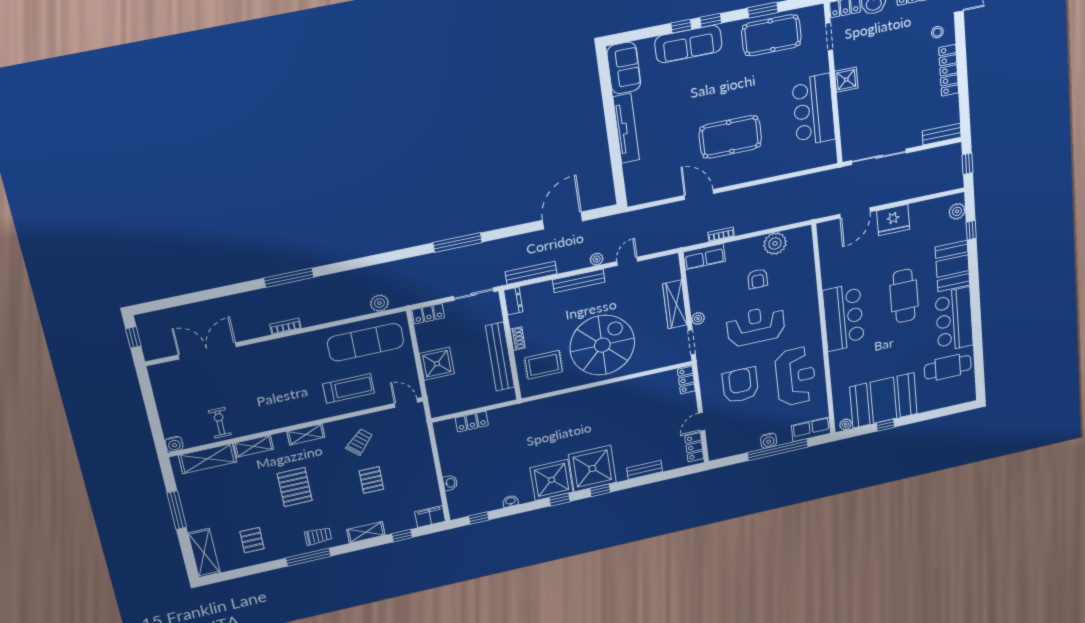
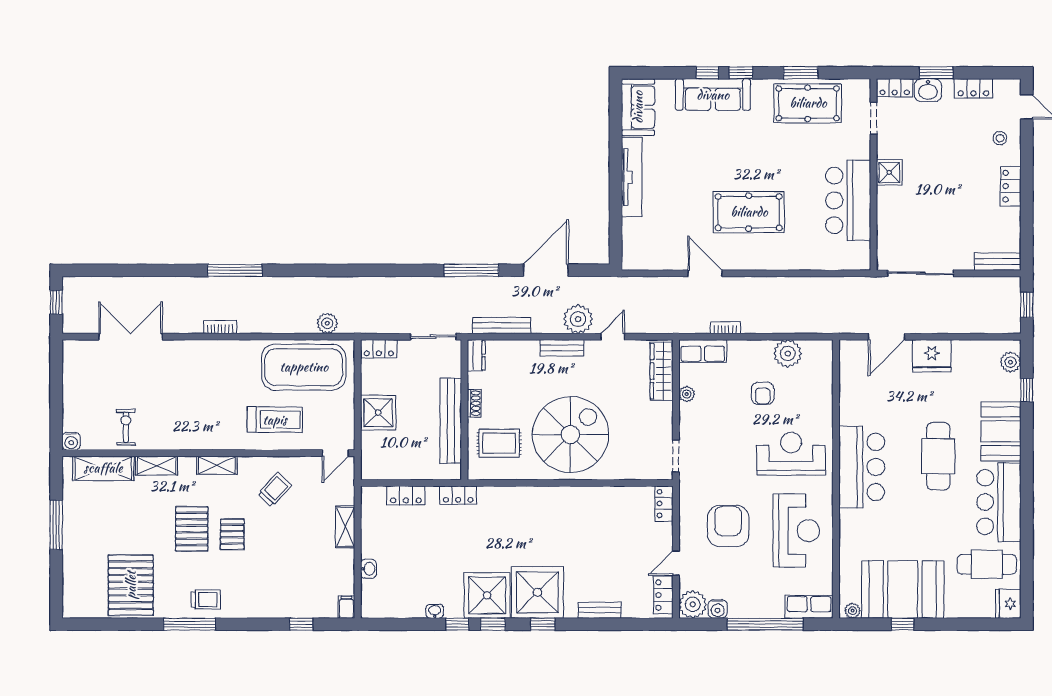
locker: (949, 70) -> (1011, 186), width x0.66
window: (457, 242) -> (471, 270), moved
plant: (597, 259) -> (578, 319), width x1.87, depth x1.87
bench: (579, 281) -> (562, 348), width x0.73
wardrobe: (675, 304) -> (662, 371), moved
plant: (698, 318) -> (687, 394), moved
reception desk: (756, 326) -> (791, 454), moved
exercise mat: (366, 342) -> (304, 367), width x1.47
fridge: (966, 392) -> (1008, 604), added
door: (406, 403) -> (335, 453), swing flipped
locker: (516, 412) -> (458, 495), added
water cooler: (769, 441) -> (718, 609), moved
plant: (719, 449) -> (693, 604), added
pallet: (371, 480) -> (232, 534), moved
filing cabinet: (430, 516) -> (346, 607), width x0.50
window: (479, 518) -> (457, 624), moved
shelving: (366, 532) -> (345, 527), moved, turned 90
pallet: (252, 540) -> (131, 585), width x2.05, depth x2.00
shelving: (204, 553) -> (74, 588), removed

